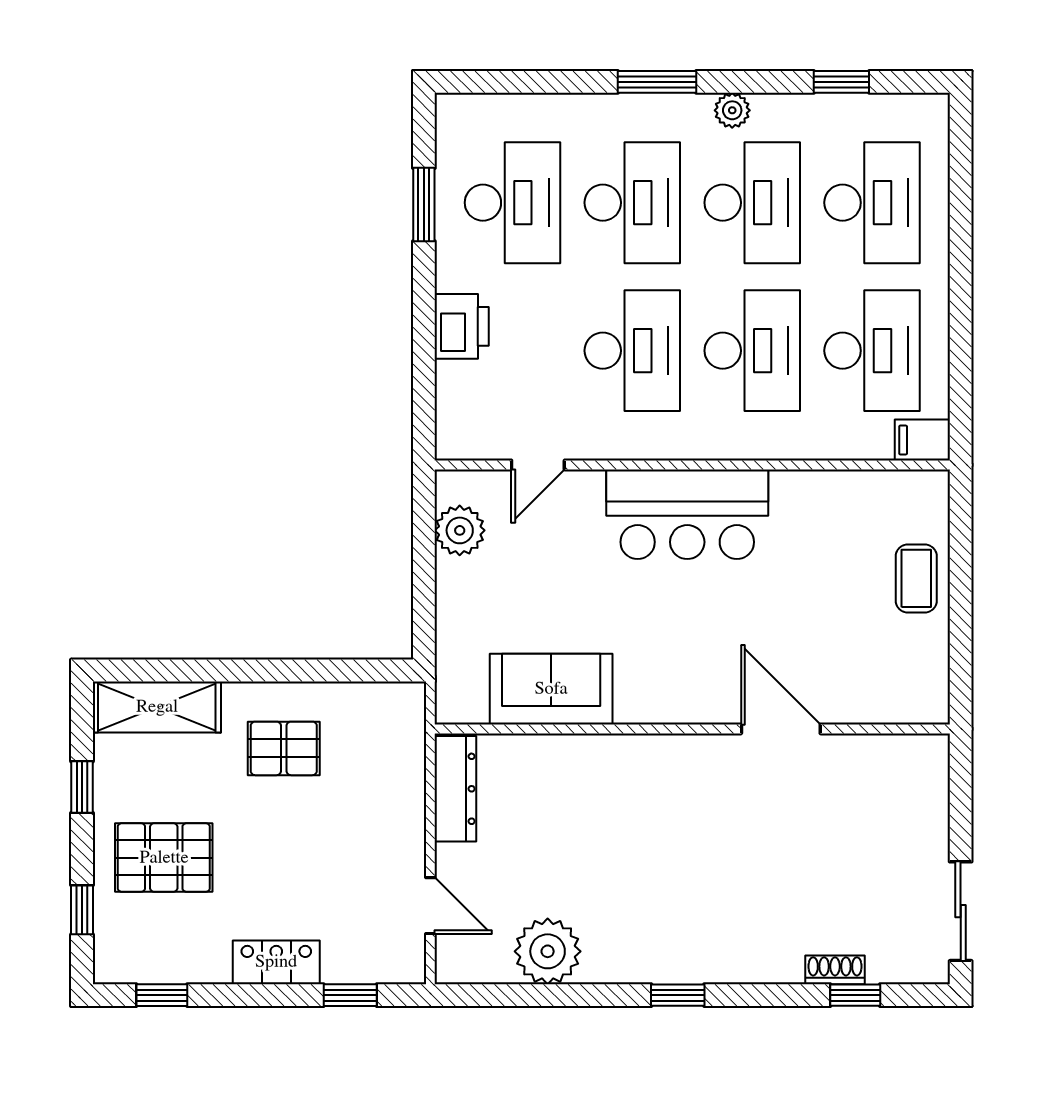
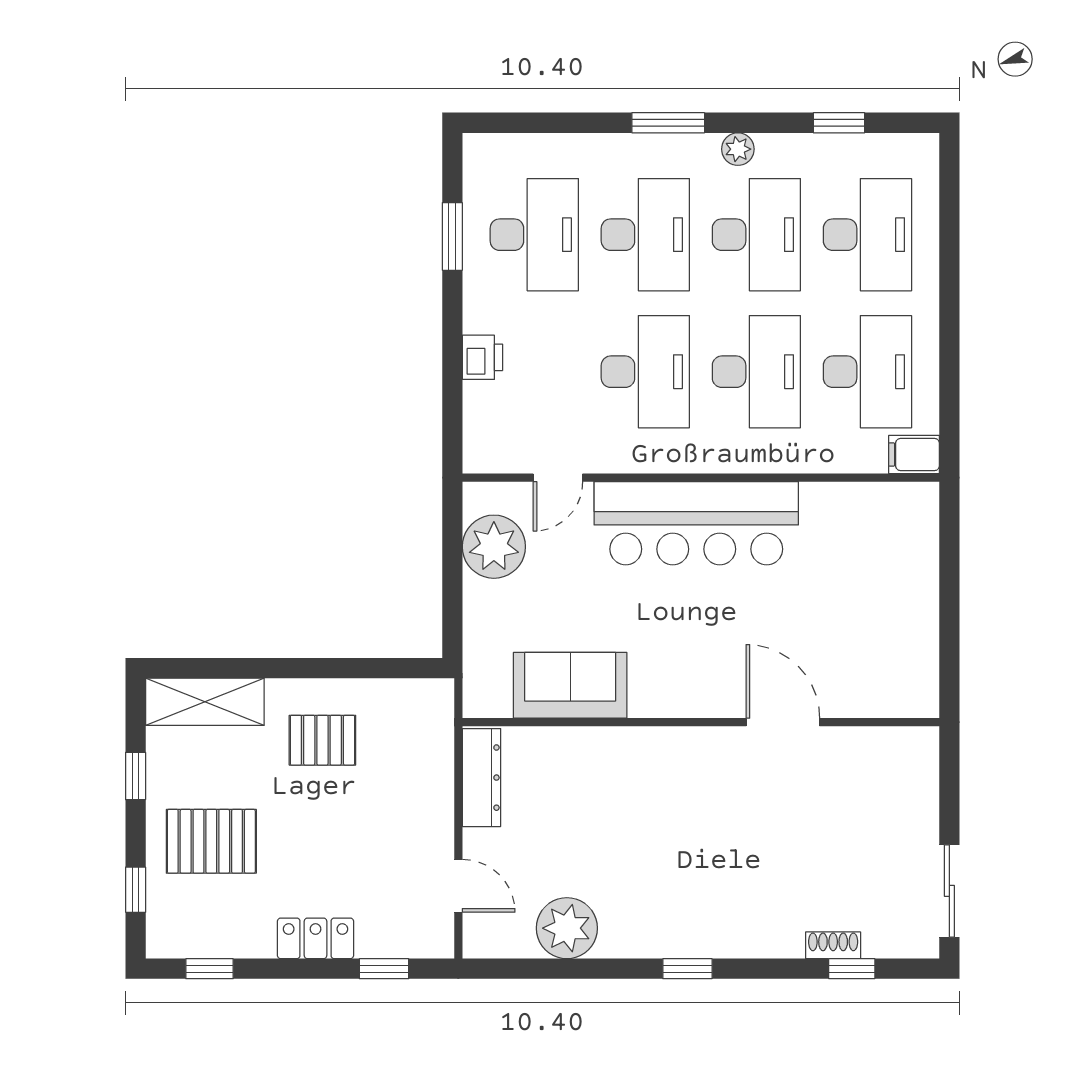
printer: (462, 326) -> (482, 357), width x0.73, depth x0.81
bar counter: (687, 514) -> (696, 523), width x1.36
plant: (460, 530) -> (494, 547), width x1.36, depth x1.36
coffee table: (916, 578) -> (908, 583), removed

